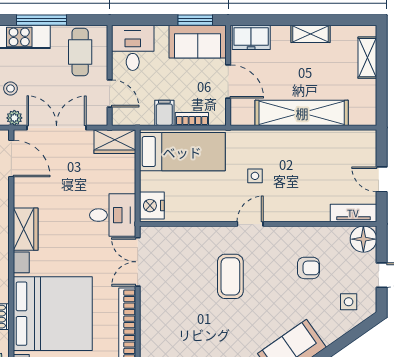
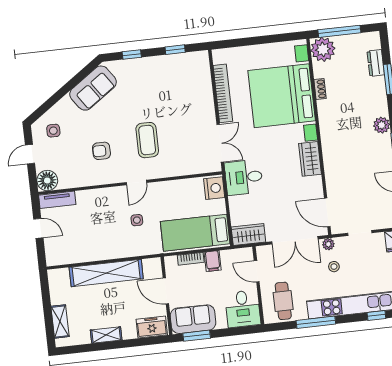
armchair: (308, 268) -> (101, 151), moved

